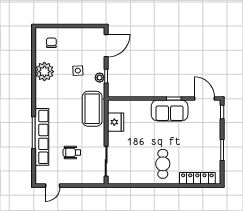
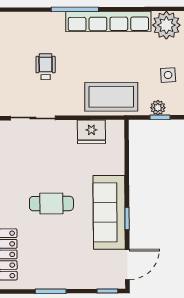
sofa: (170, 111) -> (109, 212), width x1.36
row of seats: (42, 137) -> (108, 21), moved
cafe table: (163, 164) -> (51, 204), moved

